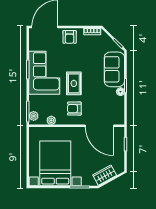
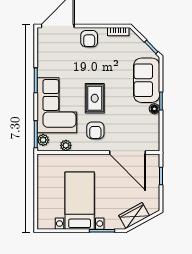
corner sofa: (44, 73) -> (57, 105), moved
armchair: (74, 109) -> (95, 130), turned -90
bed with nightstands: (55, 163) -> (80, 201), width x0.73

